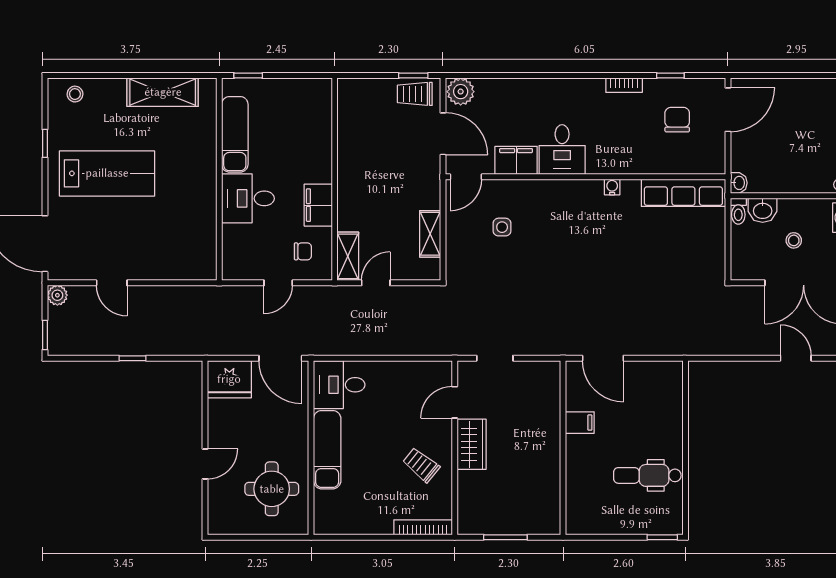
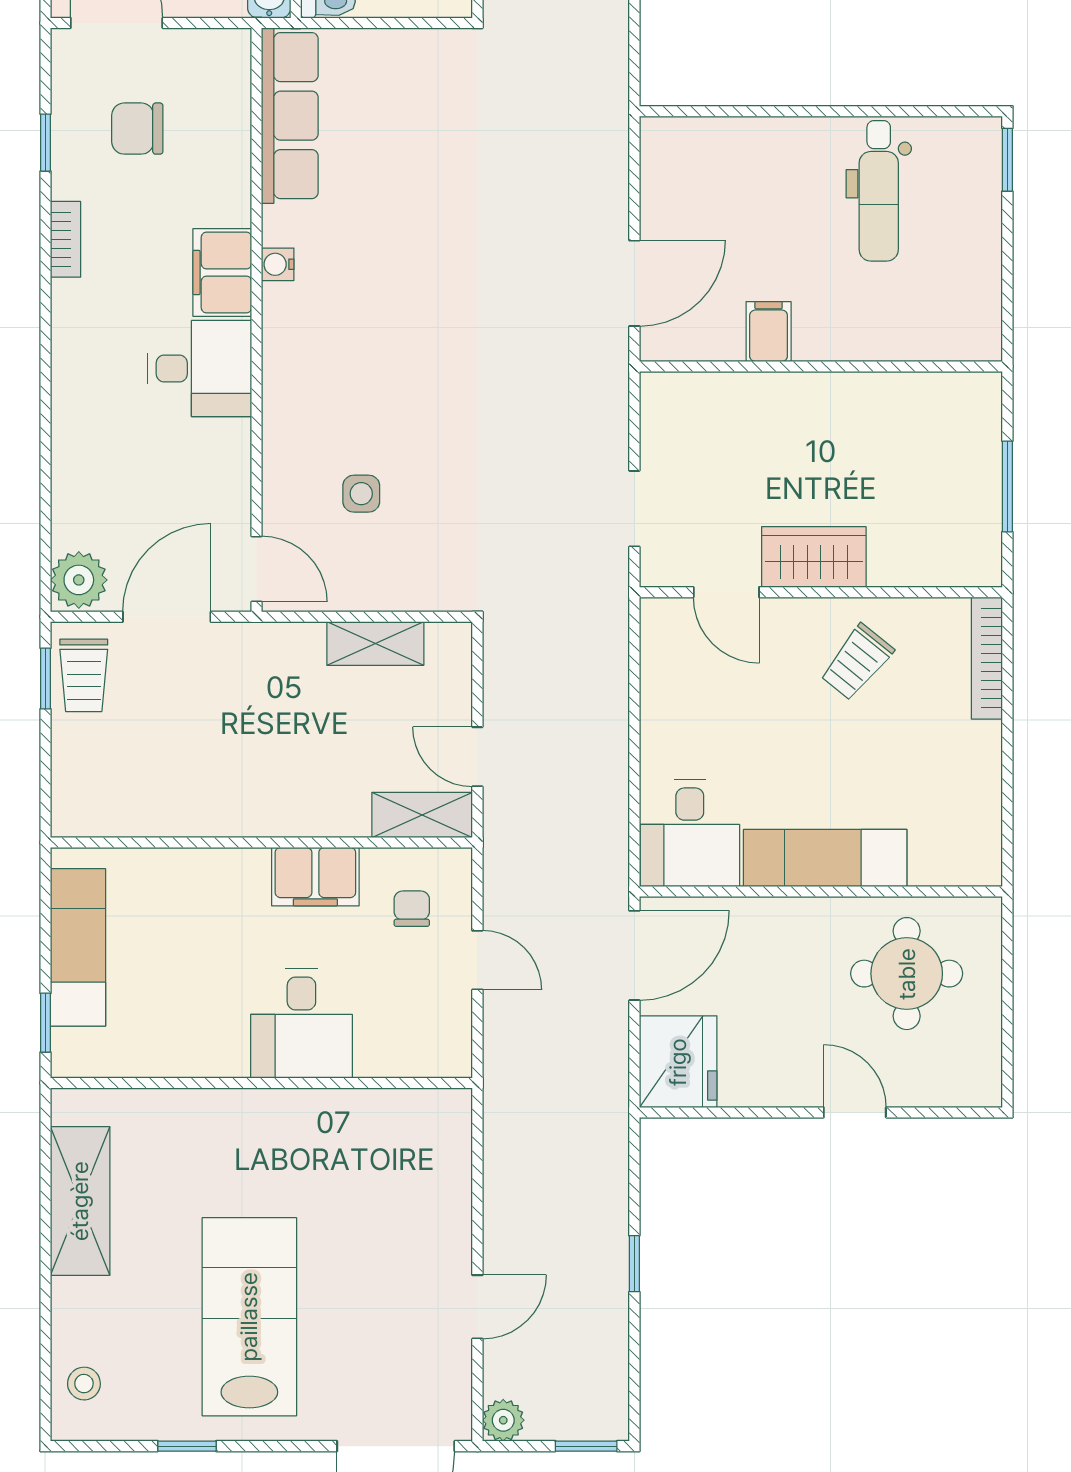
exam couch: (235, 134) -> (78, 947), moved, turned 90
filing cabinet: (516, 160) -> (222, 272), moved

